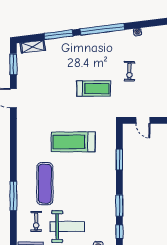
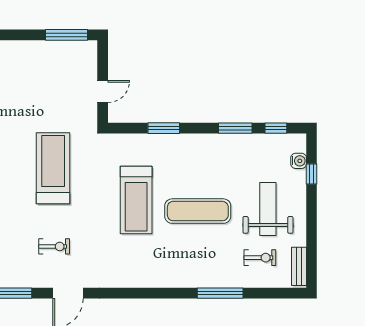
exercise bike: (129, 71) -> (54, 246), moved
treadmill: (94, 89) -> (53, 168), width x1.37, depth x1.38
exercise mat: (45, 184) -> (198, 211), moved

